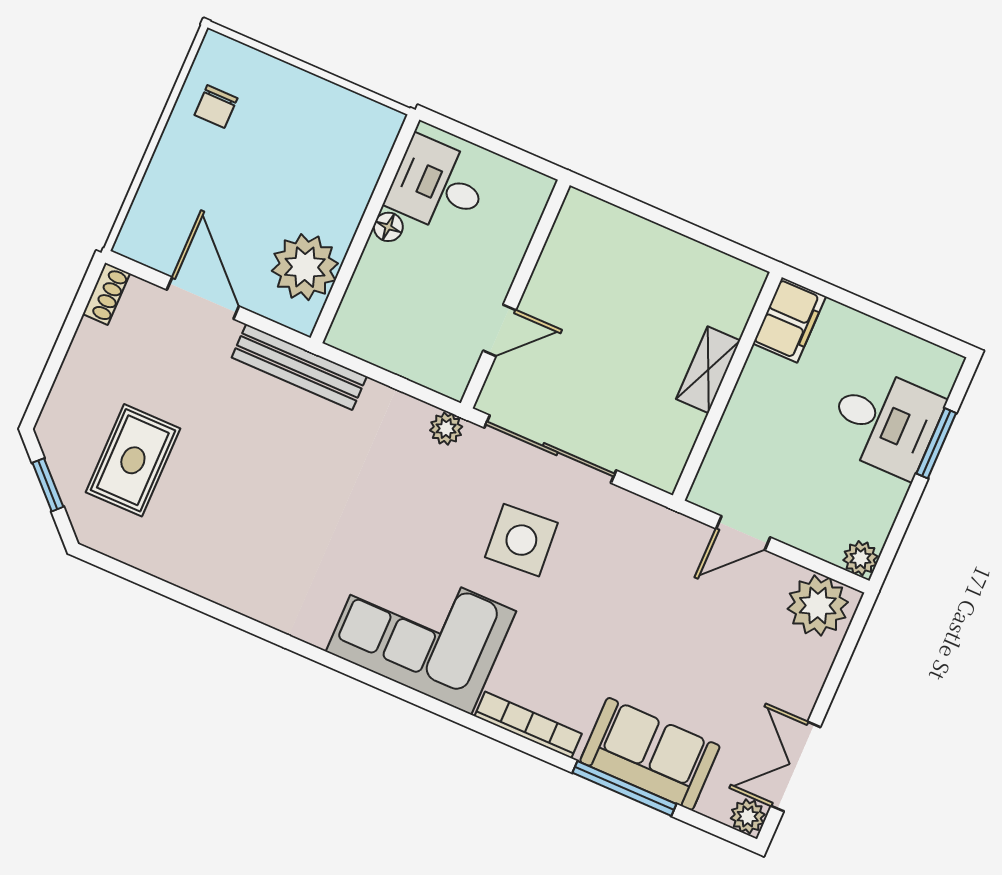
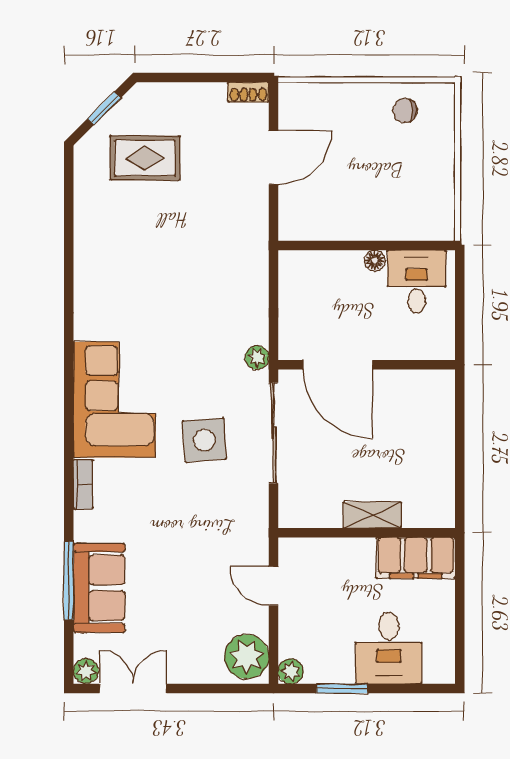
plant: (305, 267) -> (324, 217), removed
filing cabinet: (789, 320) -> (416, 558), width x1.50, depth x1.17
door: (500, 330) -> (338, 365), width x1.87
bench: (299, 367) -> (255, 242), removed
window: (936, 443) -> (342, 689), moved
bookcase: (528, 725) -> (83, 484), width x0.64

